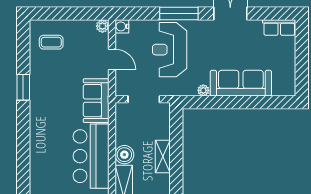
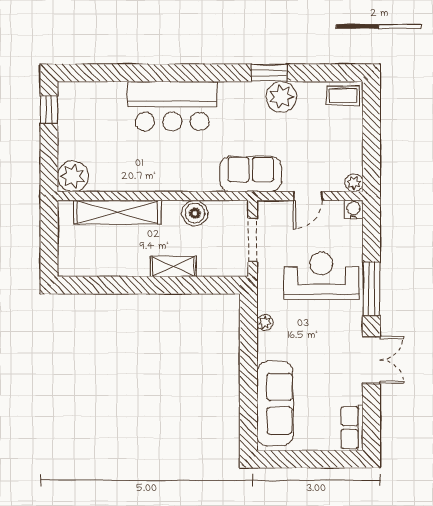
coffee table: (51, 42) -> (343, 96), moved, turned 90
plant: (40, 79) -> (281, 97), added
sofa: (241, 83) -> (275, 404), moved
boiler: (124, 155) -> (195, 213), moved
bar counter: (91, 156) -> (172, 106), moved, turned 180

